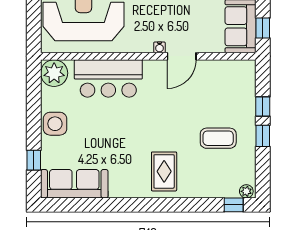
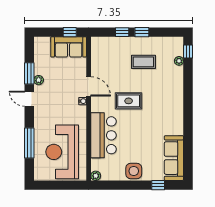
plant: (54, 73) -> (96, 176), width x0.53, depth x0.53
coffee table: (218, 138) -> (143, 62), turned 90
rug: (164, 171) -> (129, 101), moved
plant: (246, 191) -> (179, 61), moved

